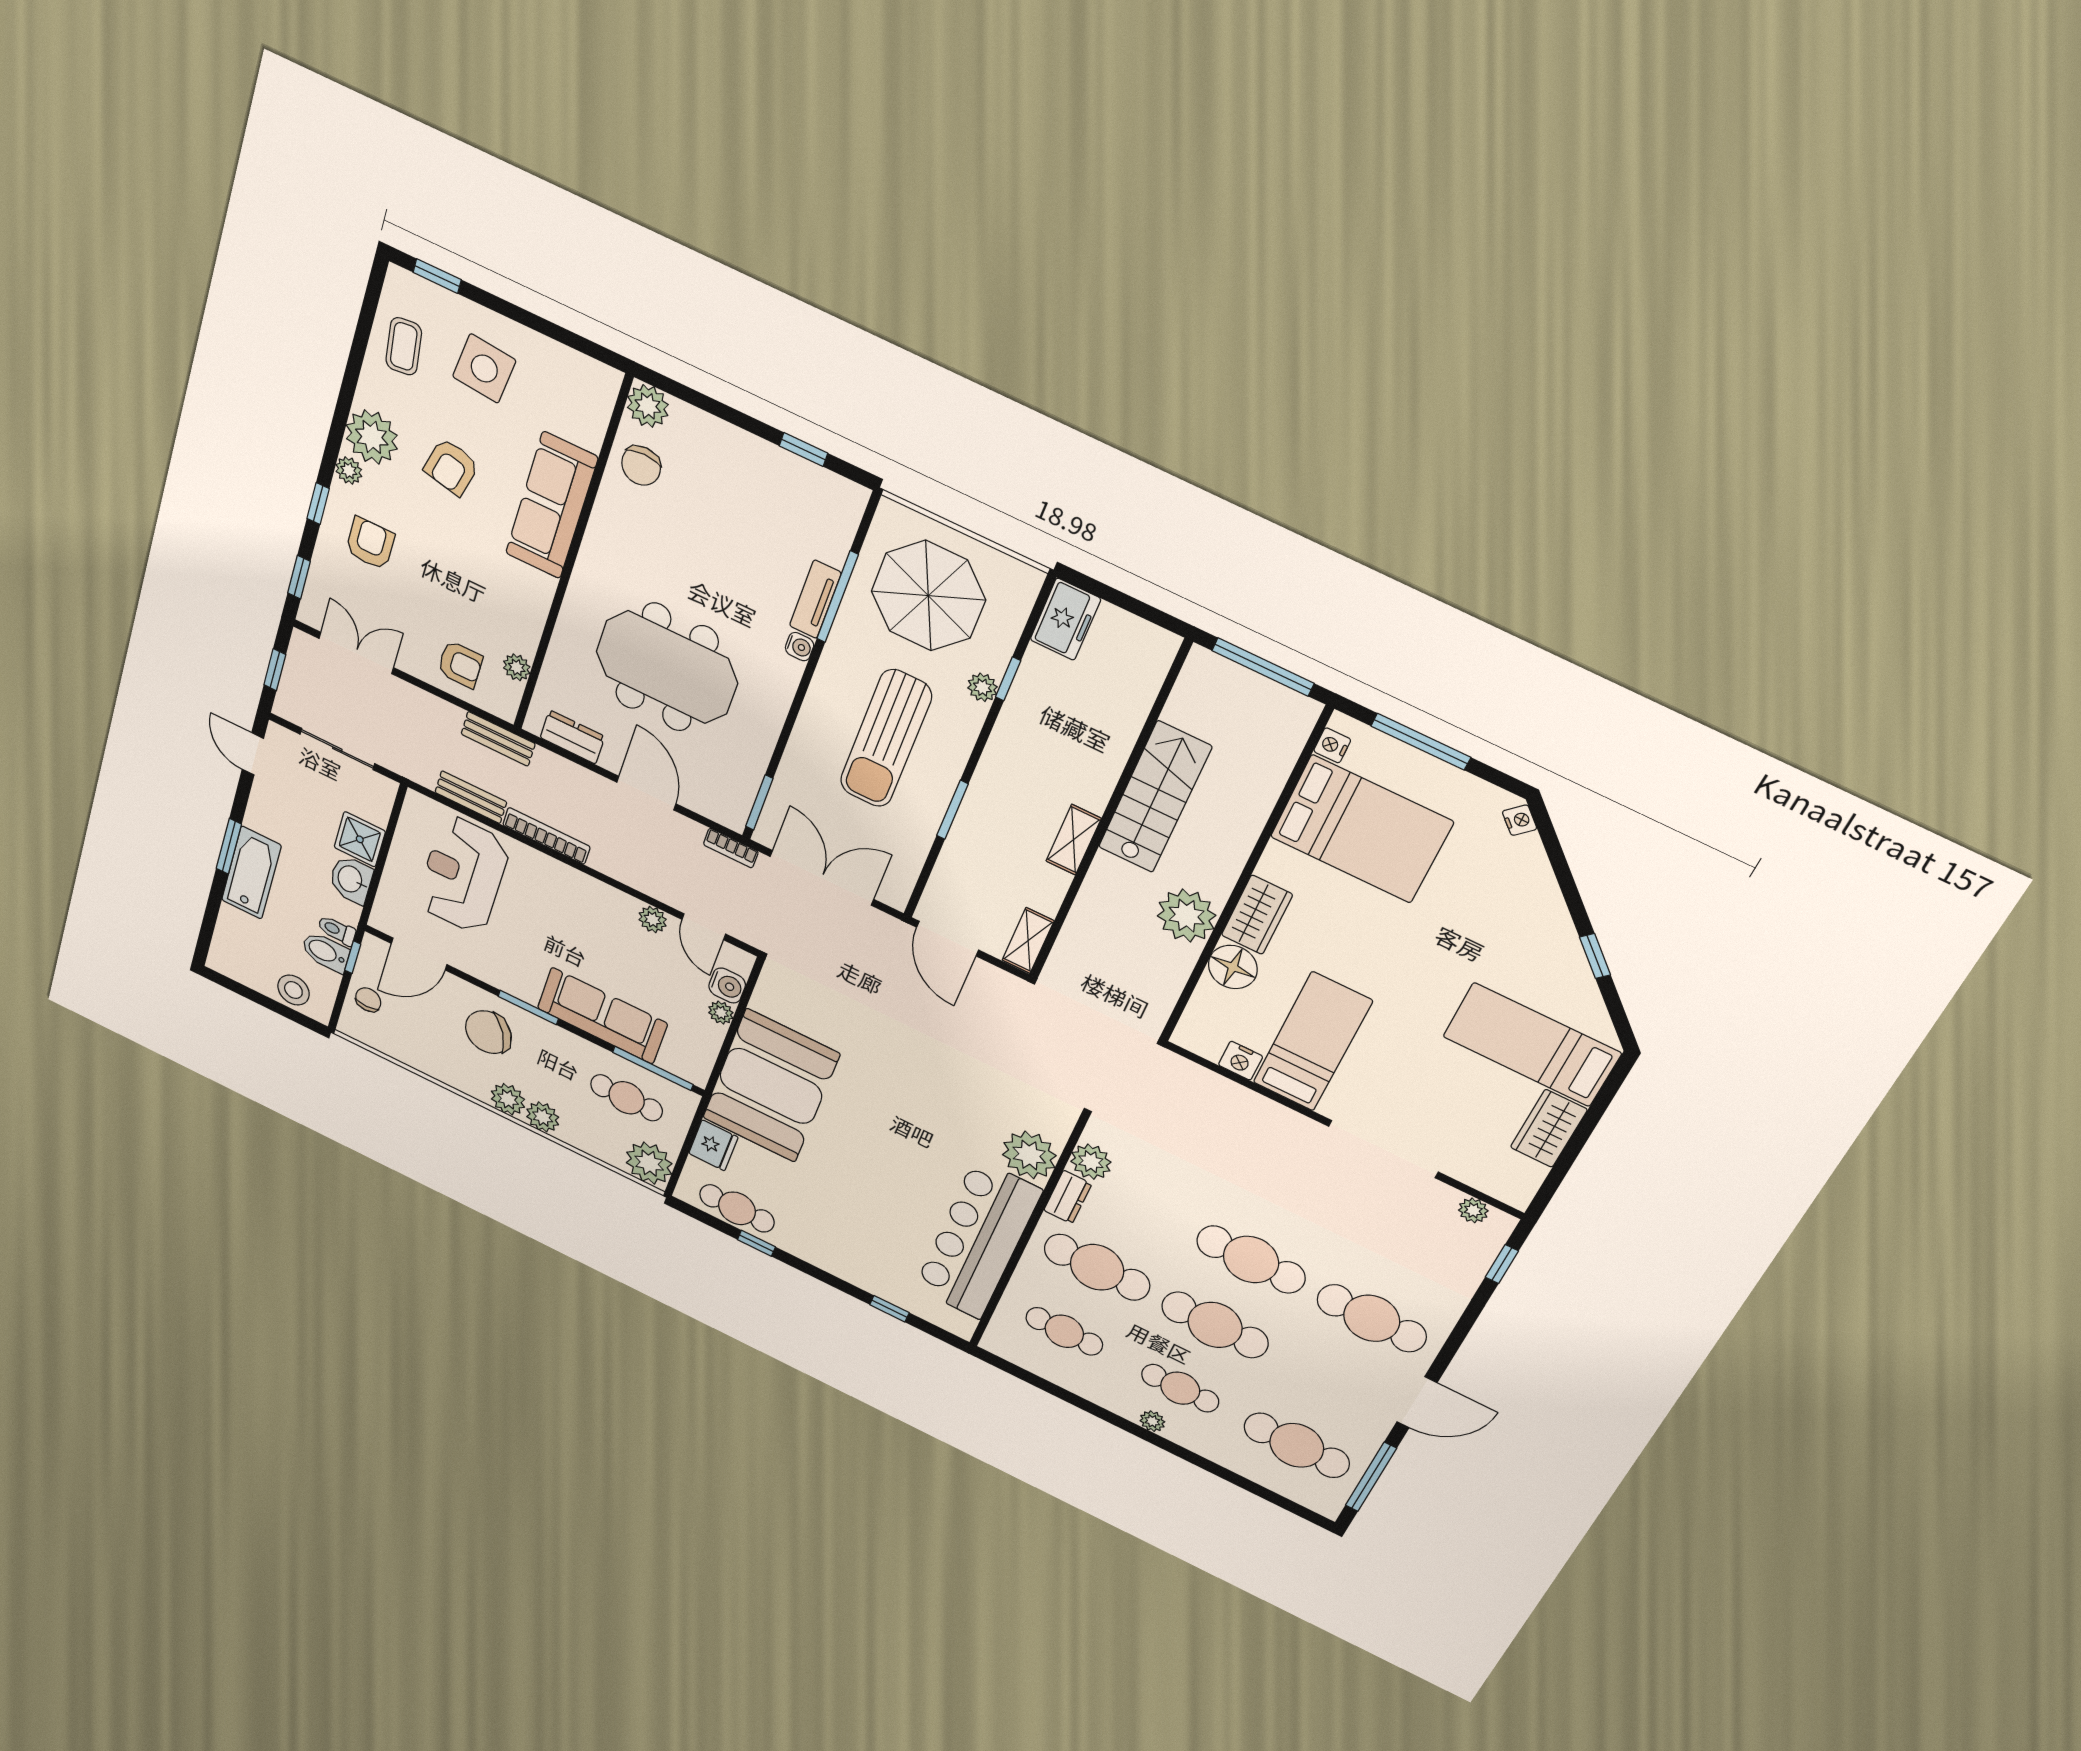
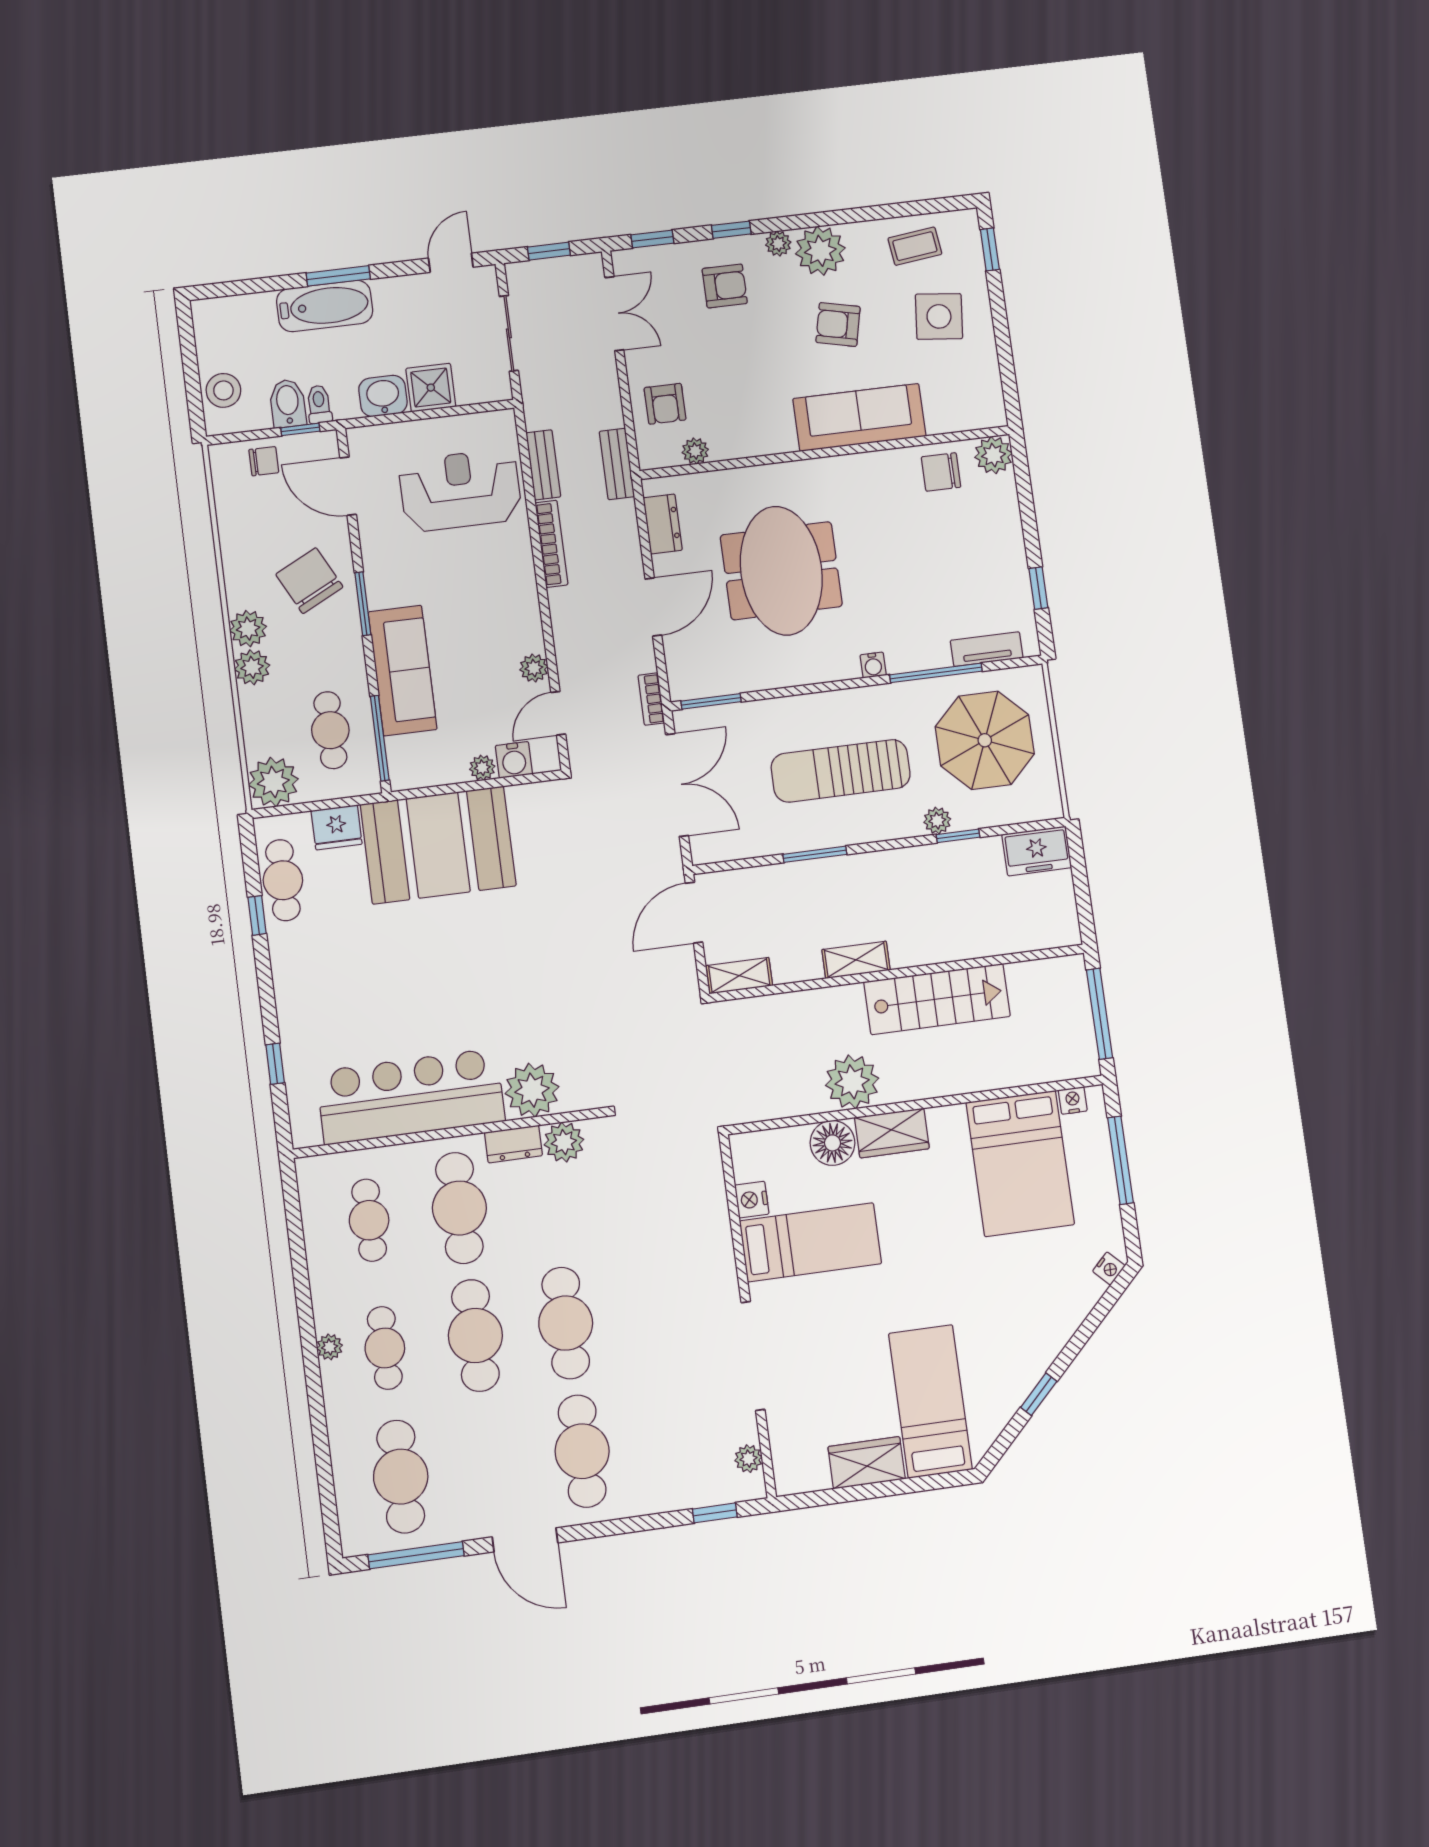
tv unit: (815, 599) -> (987, 649), moved

